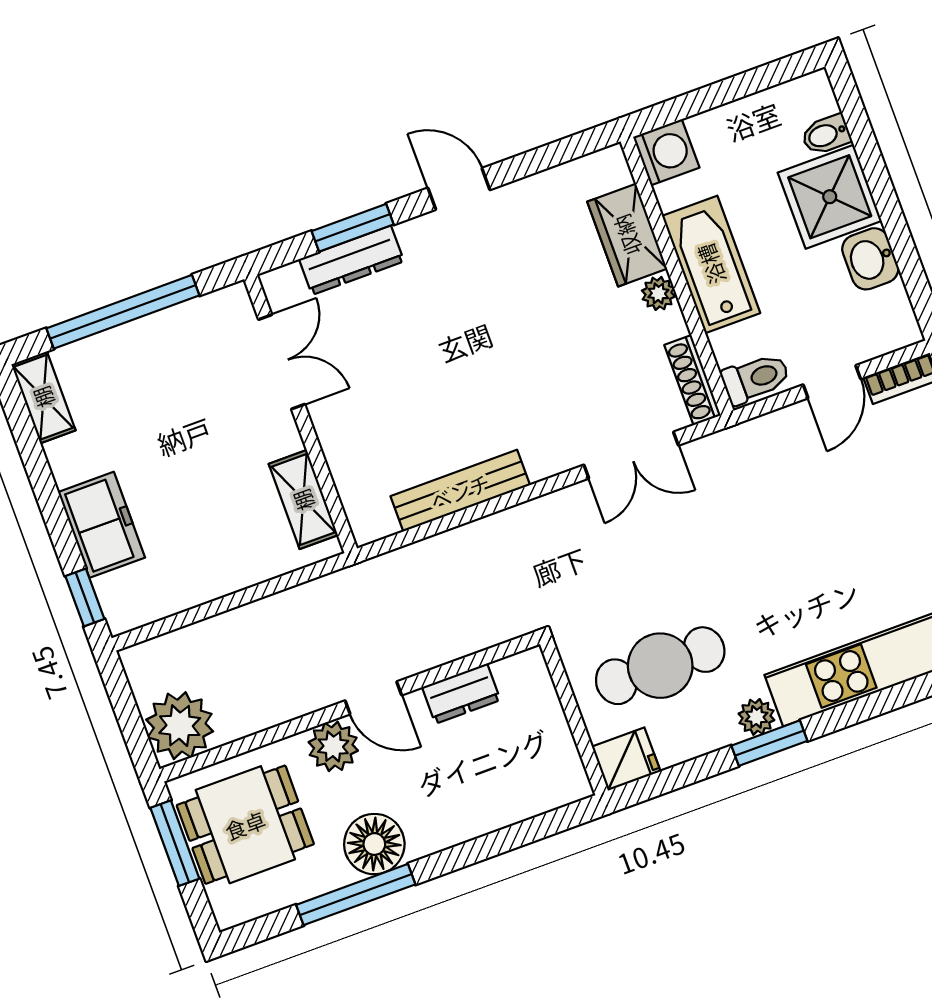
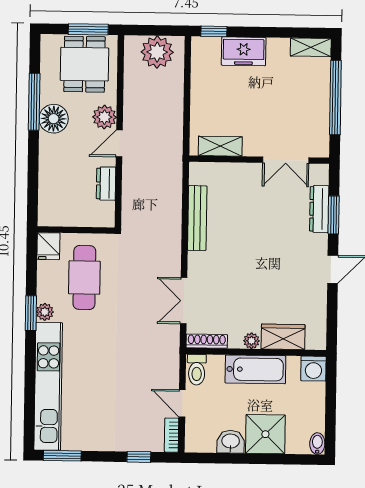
bidet: (826, 135) -> (317, 444), moved
plant: (180, 726) -> (157, 52), moved

